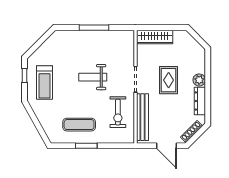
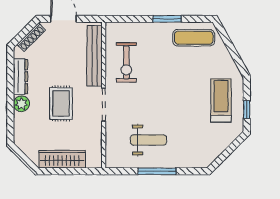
wardrobe: (155, 37) -> (62, 159), moved
weight bench: (93, 77) -> (149, 140), moved
exercise bike: (118, 112) -> (126, 62), turned 180
exercise mat: (79, 125) -> (194, 38), moved

